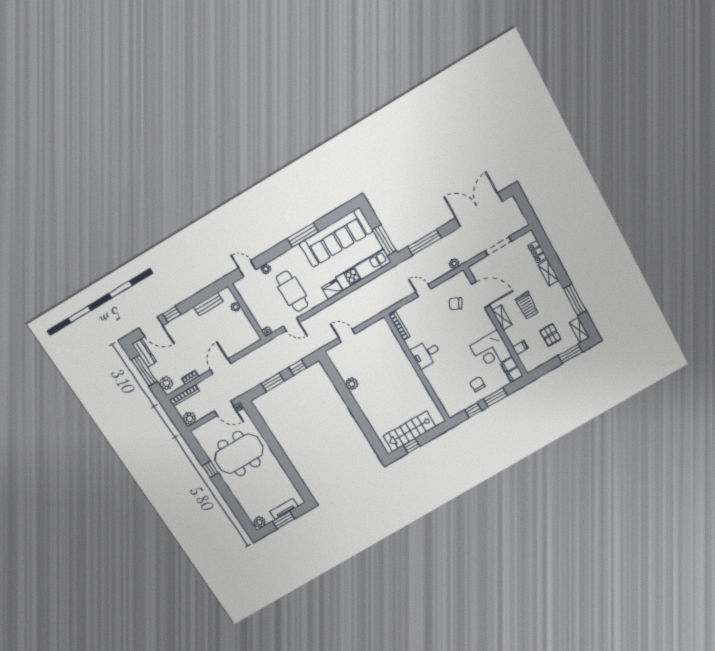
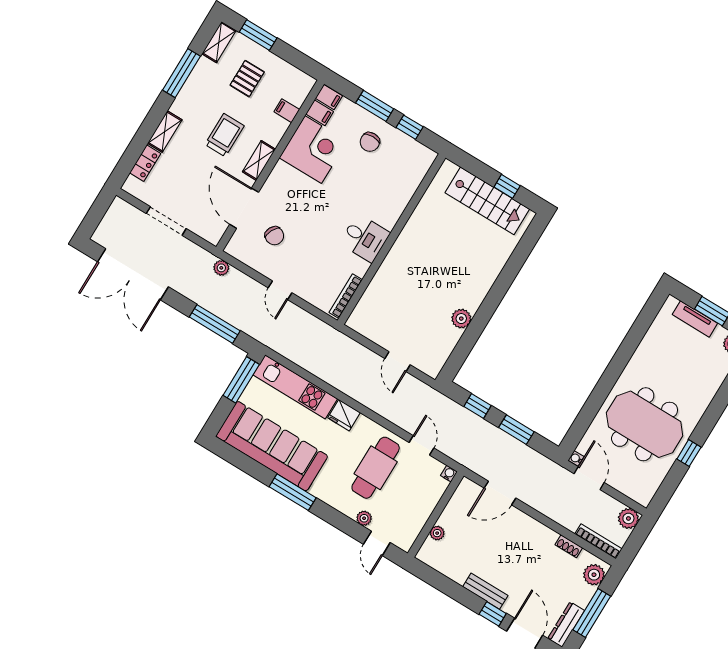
bench: (208, 304) -> (485, 591), moved
door: (221, 367) -> (500, 493), moved

